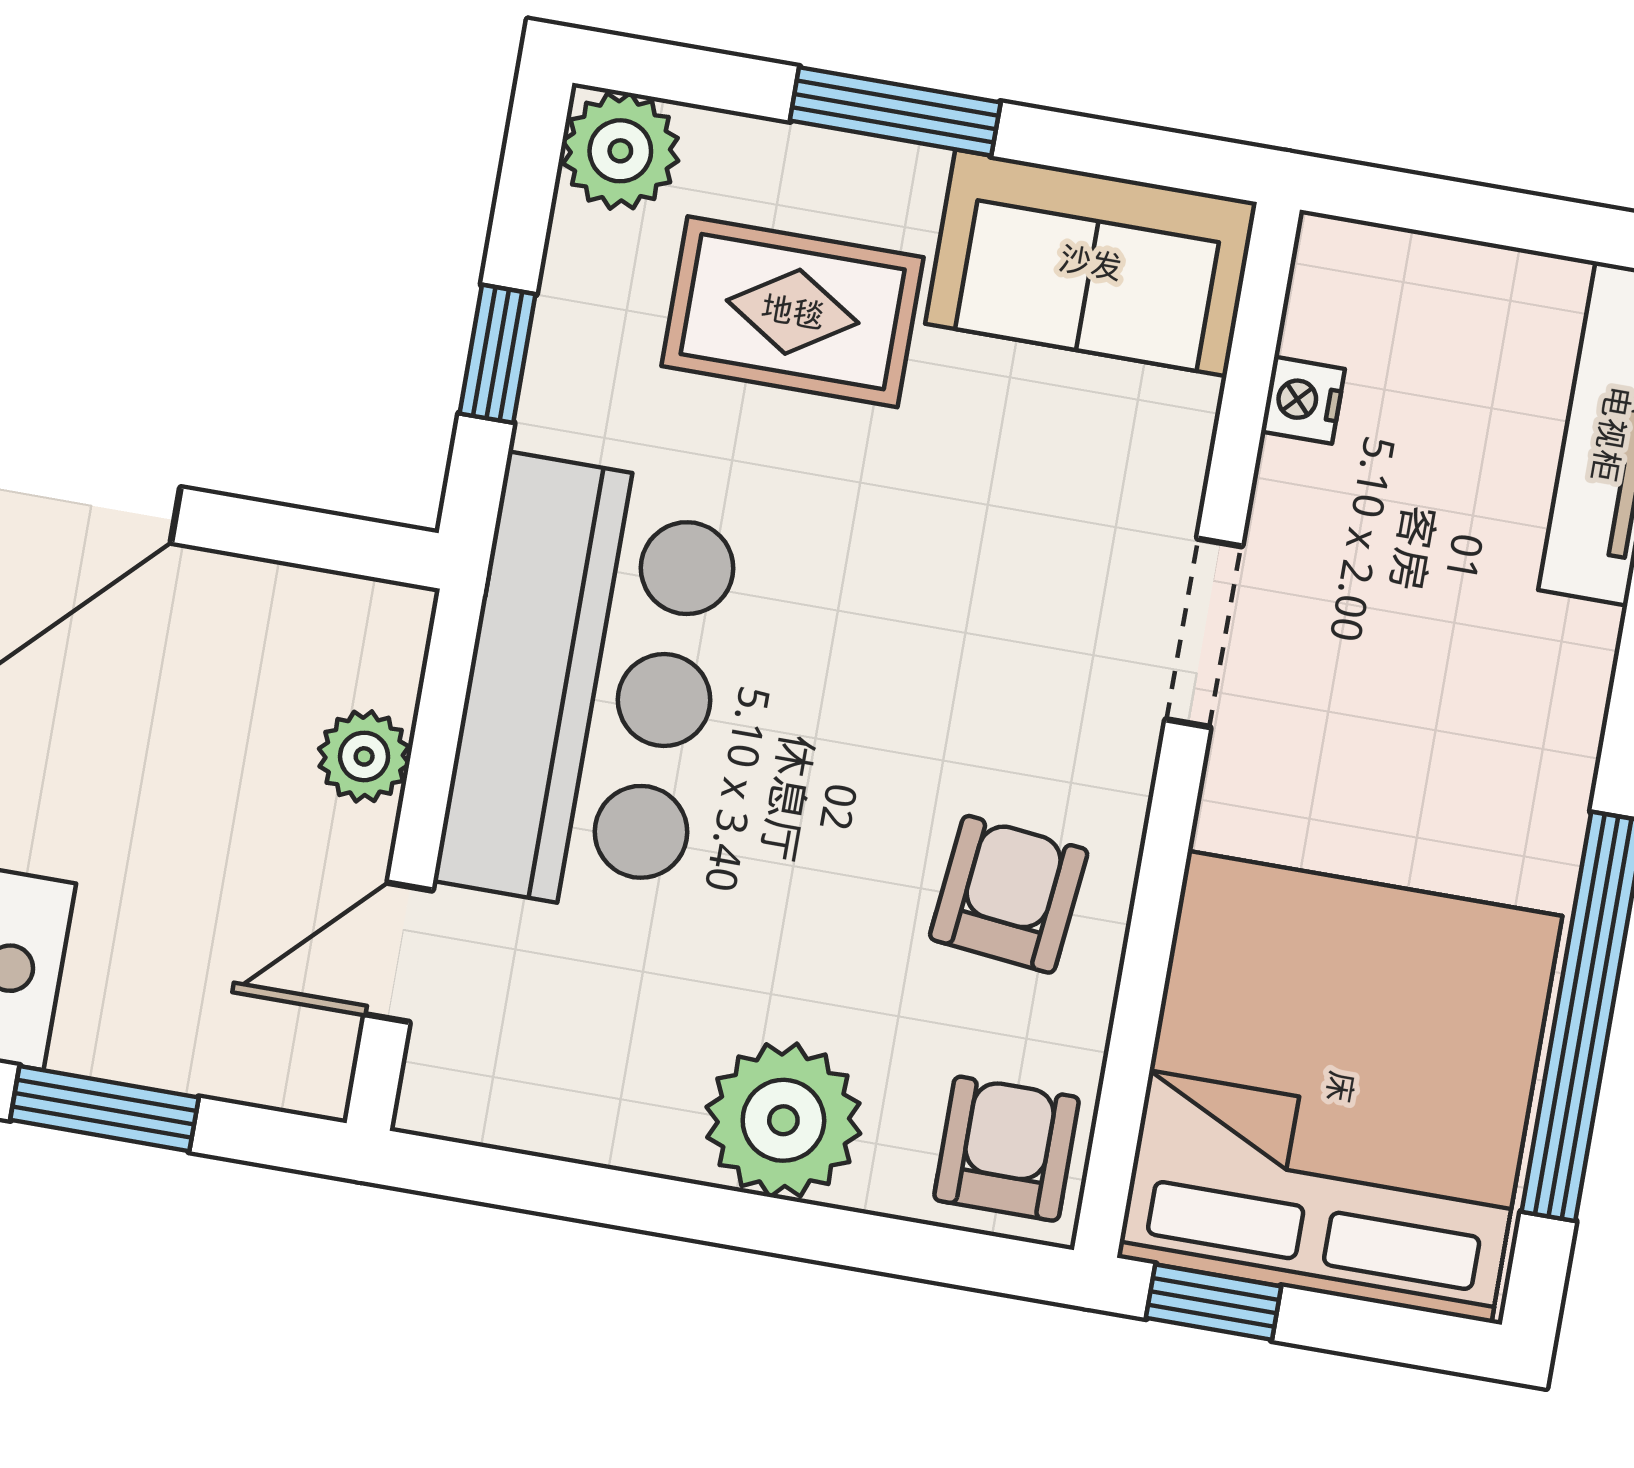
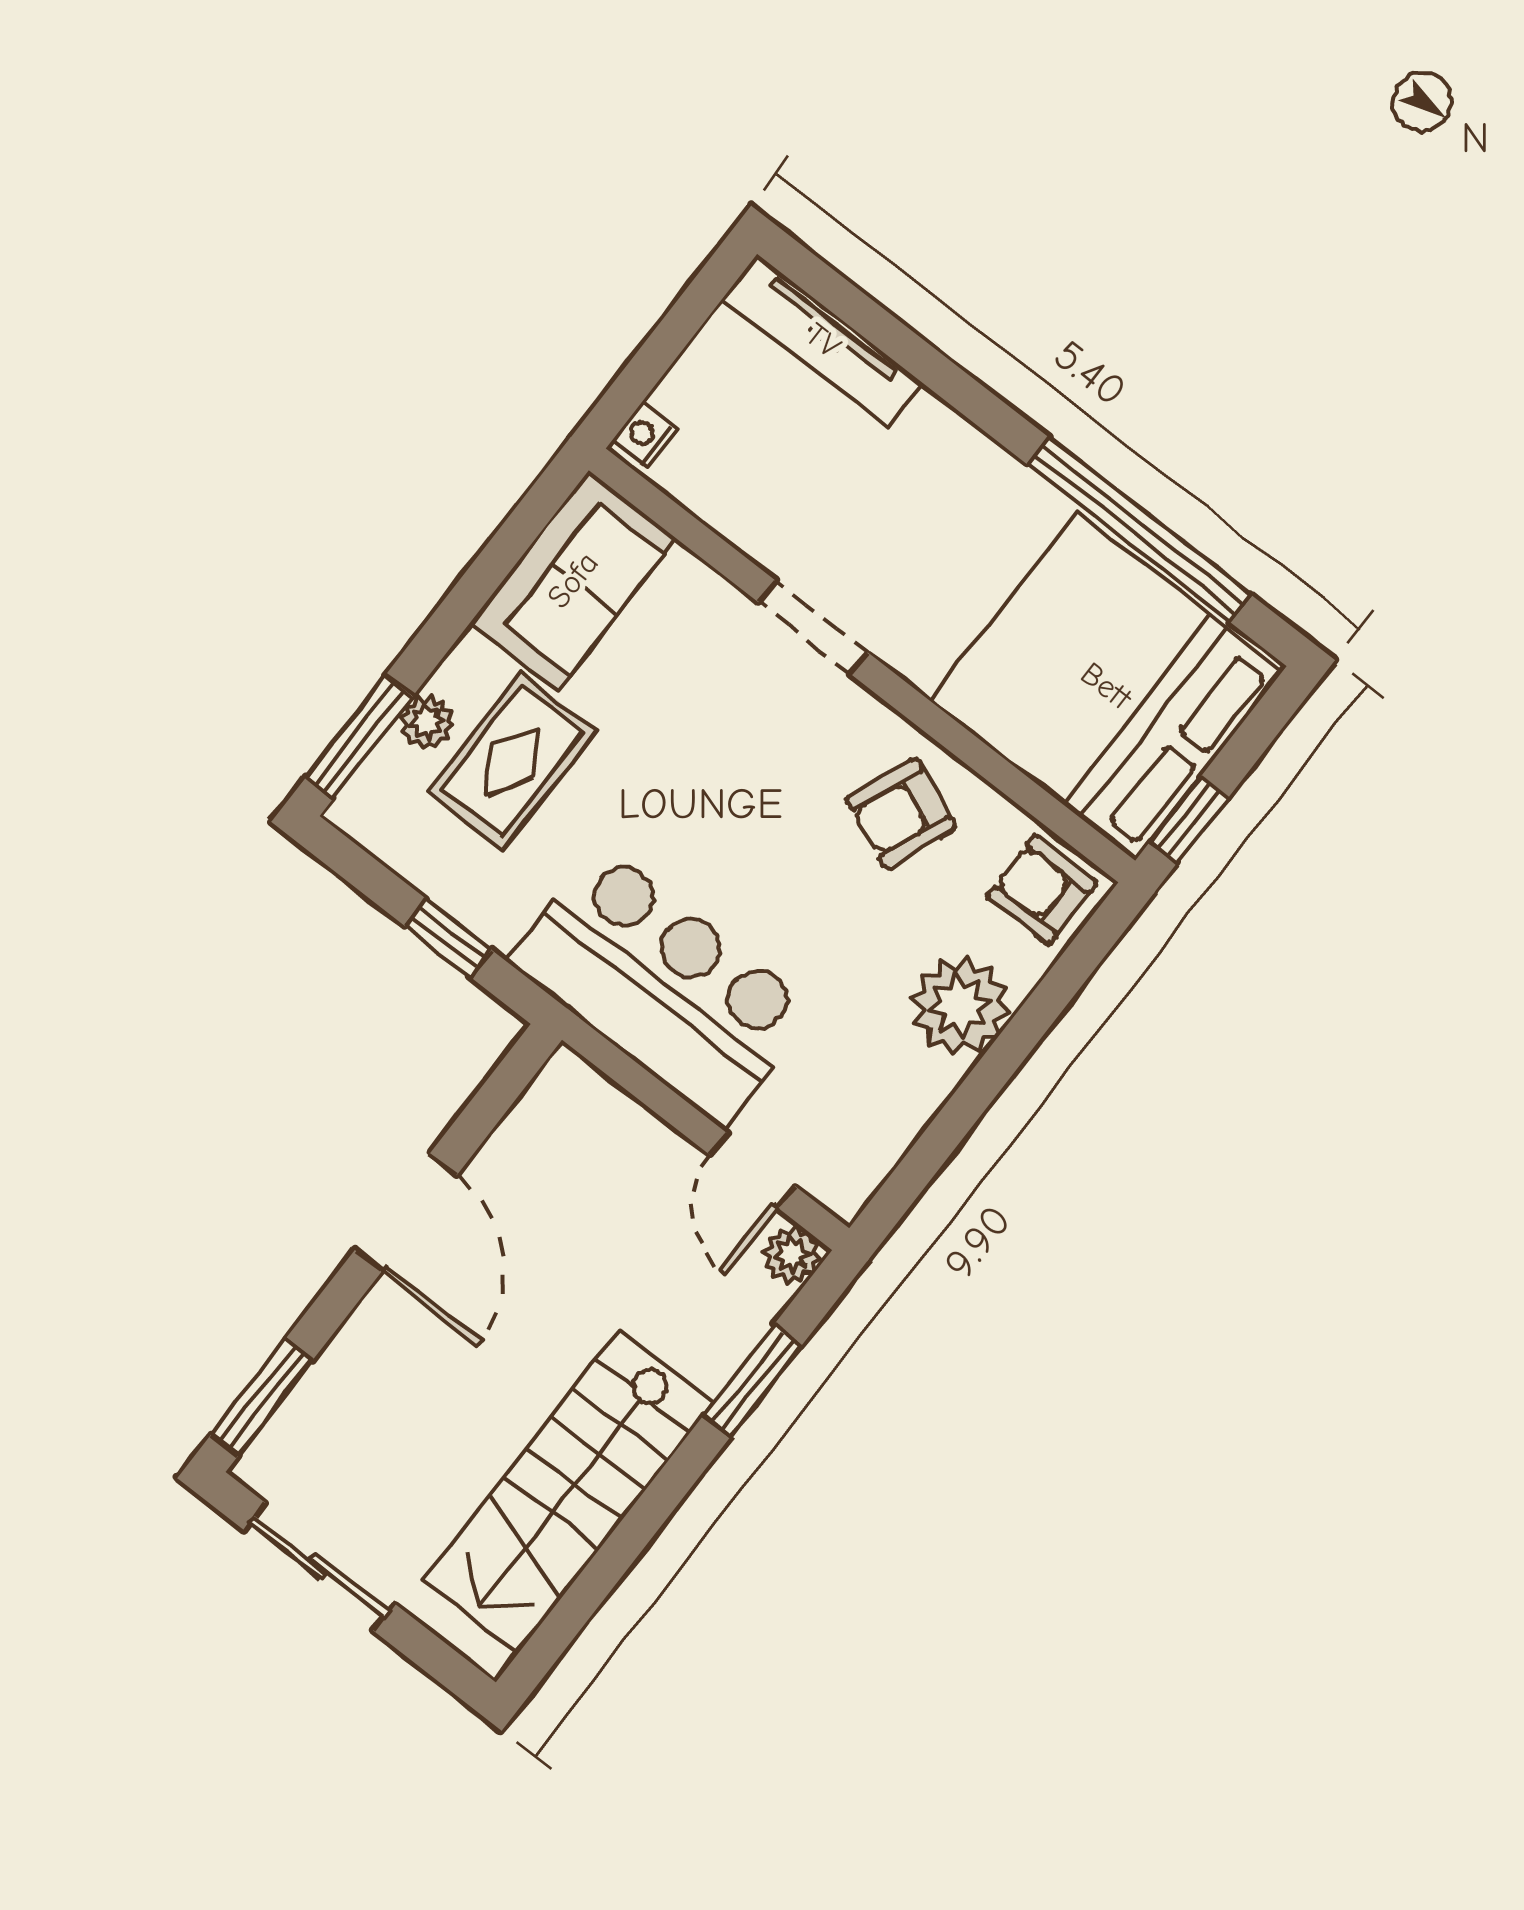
window: (895, 111) -> (359, 737), moved
plant: (620, 151) -> (427, 722), moved, width x0.73, depth x0.73
nightstand: (1303, 400) -> (645, 435), moved, turned 90
plant: (364, 756) -> (792, 1255), moved
armchair: (1009, 894) -> (901, 813), turned -74

